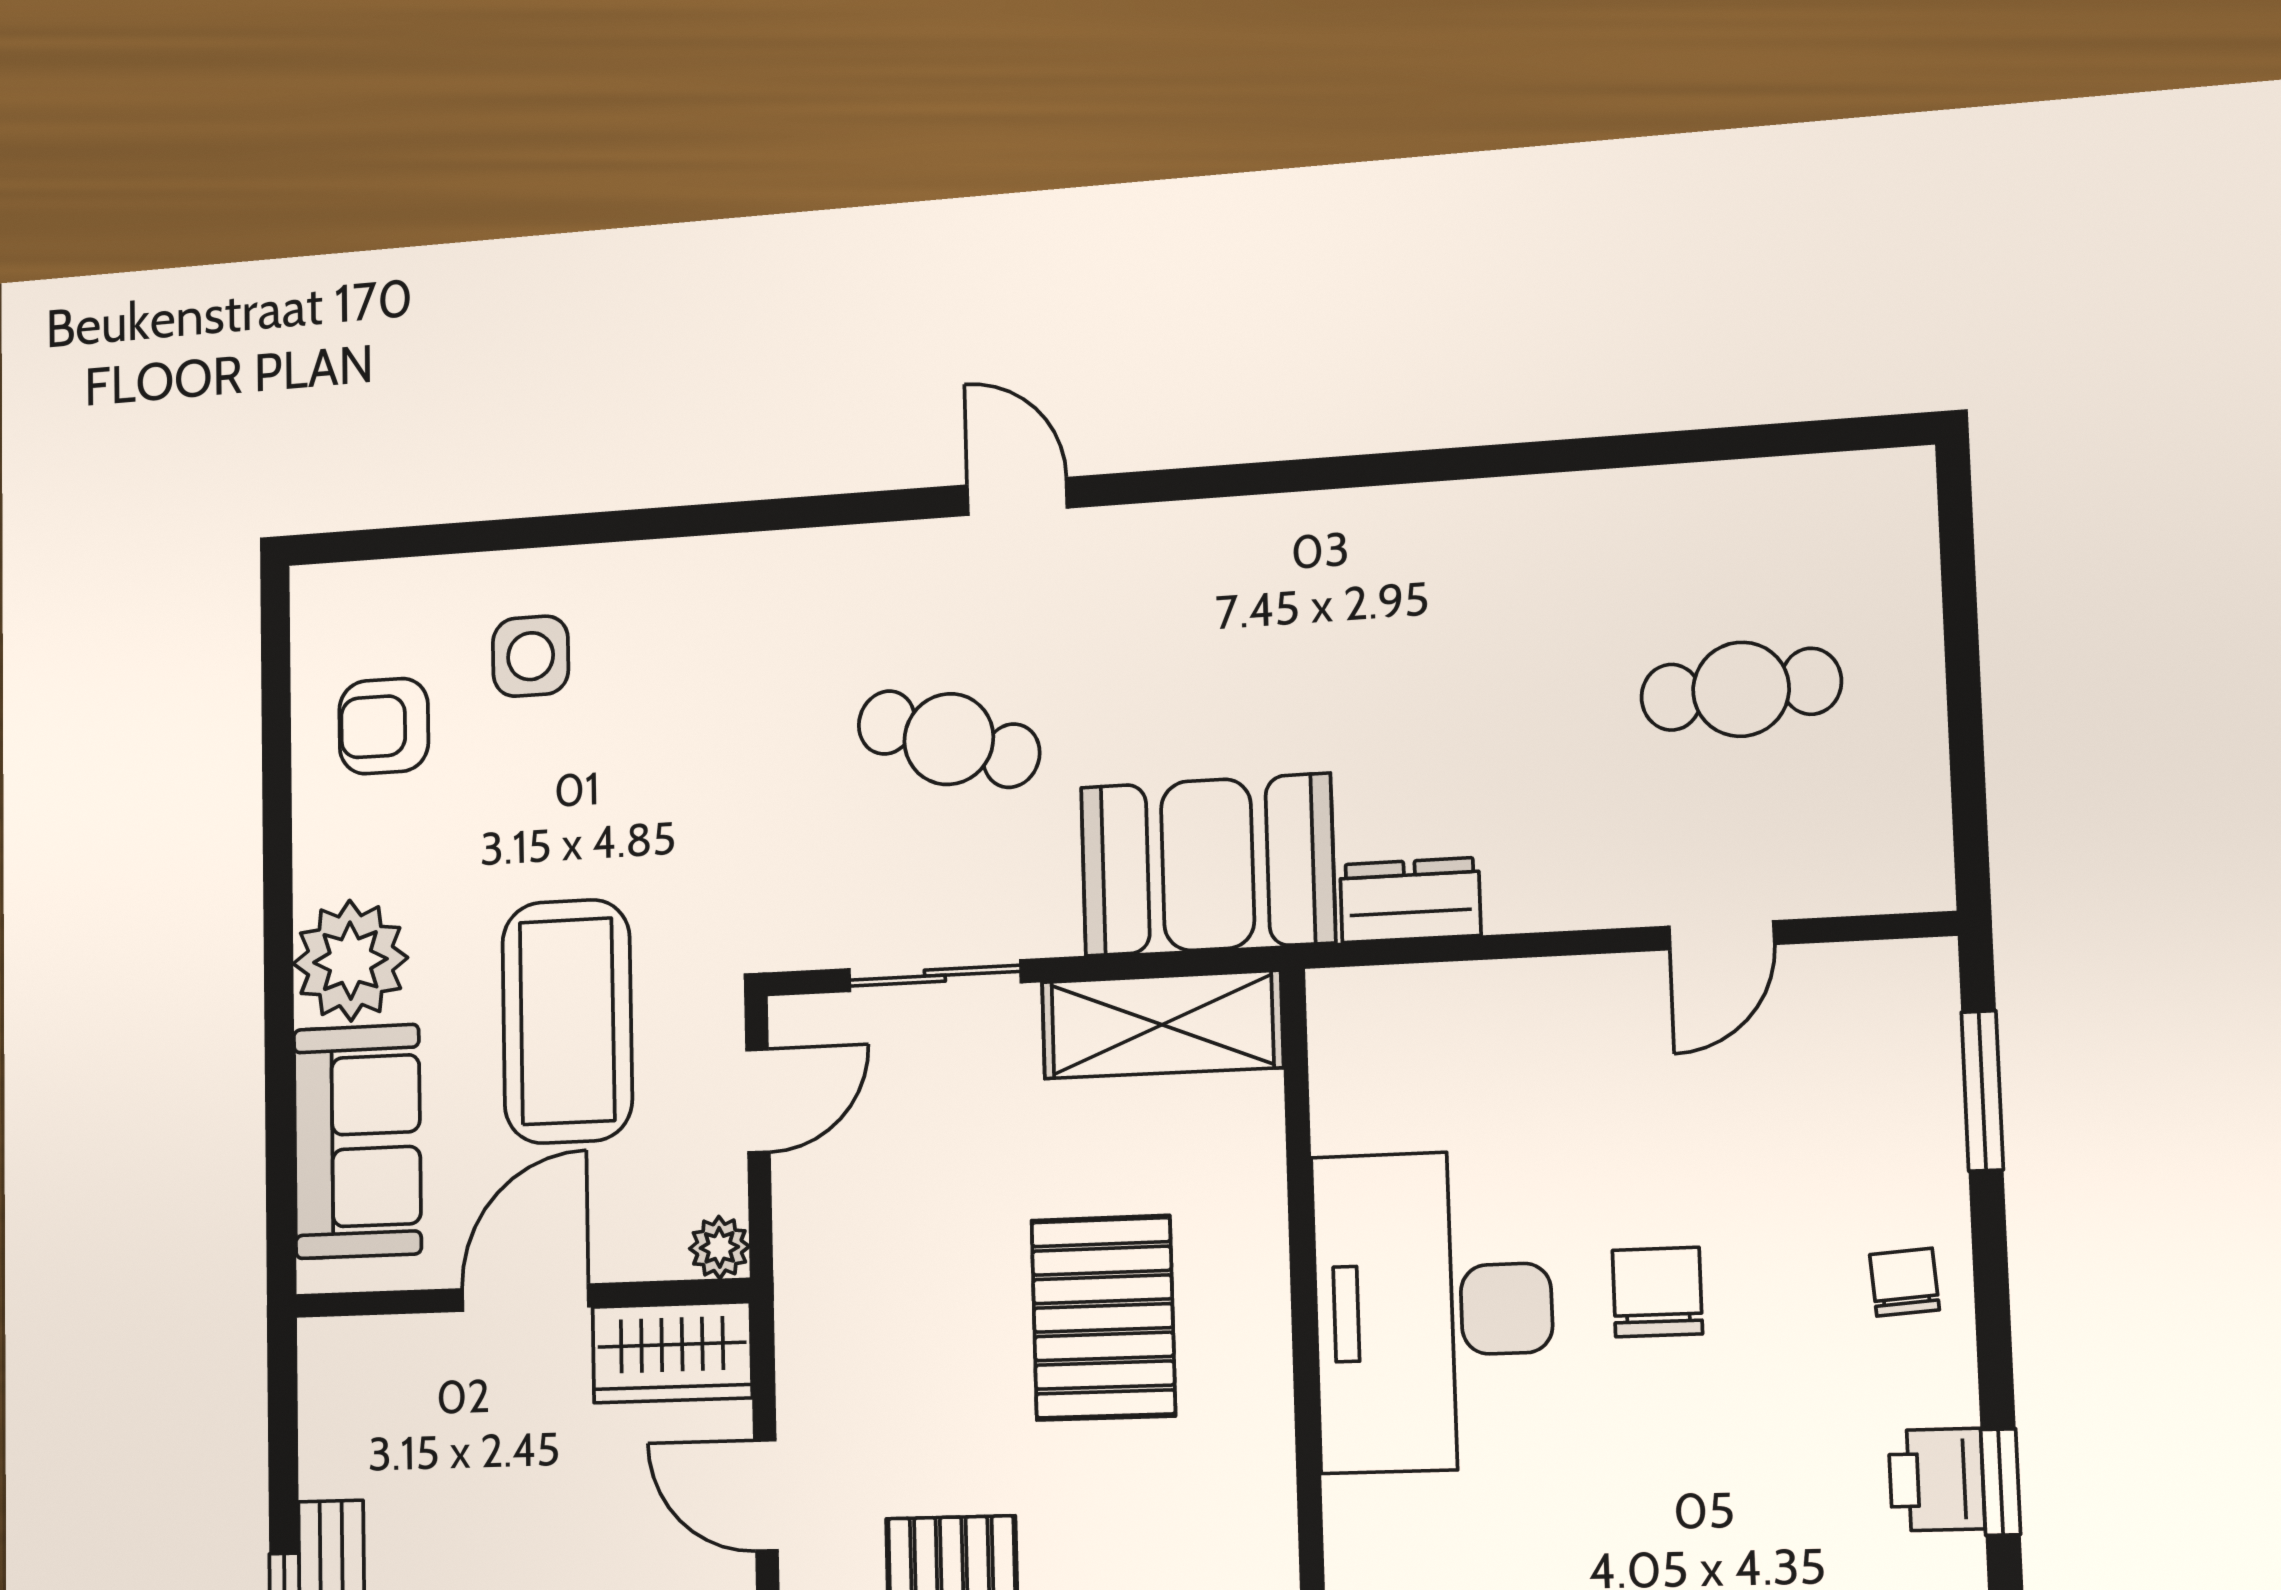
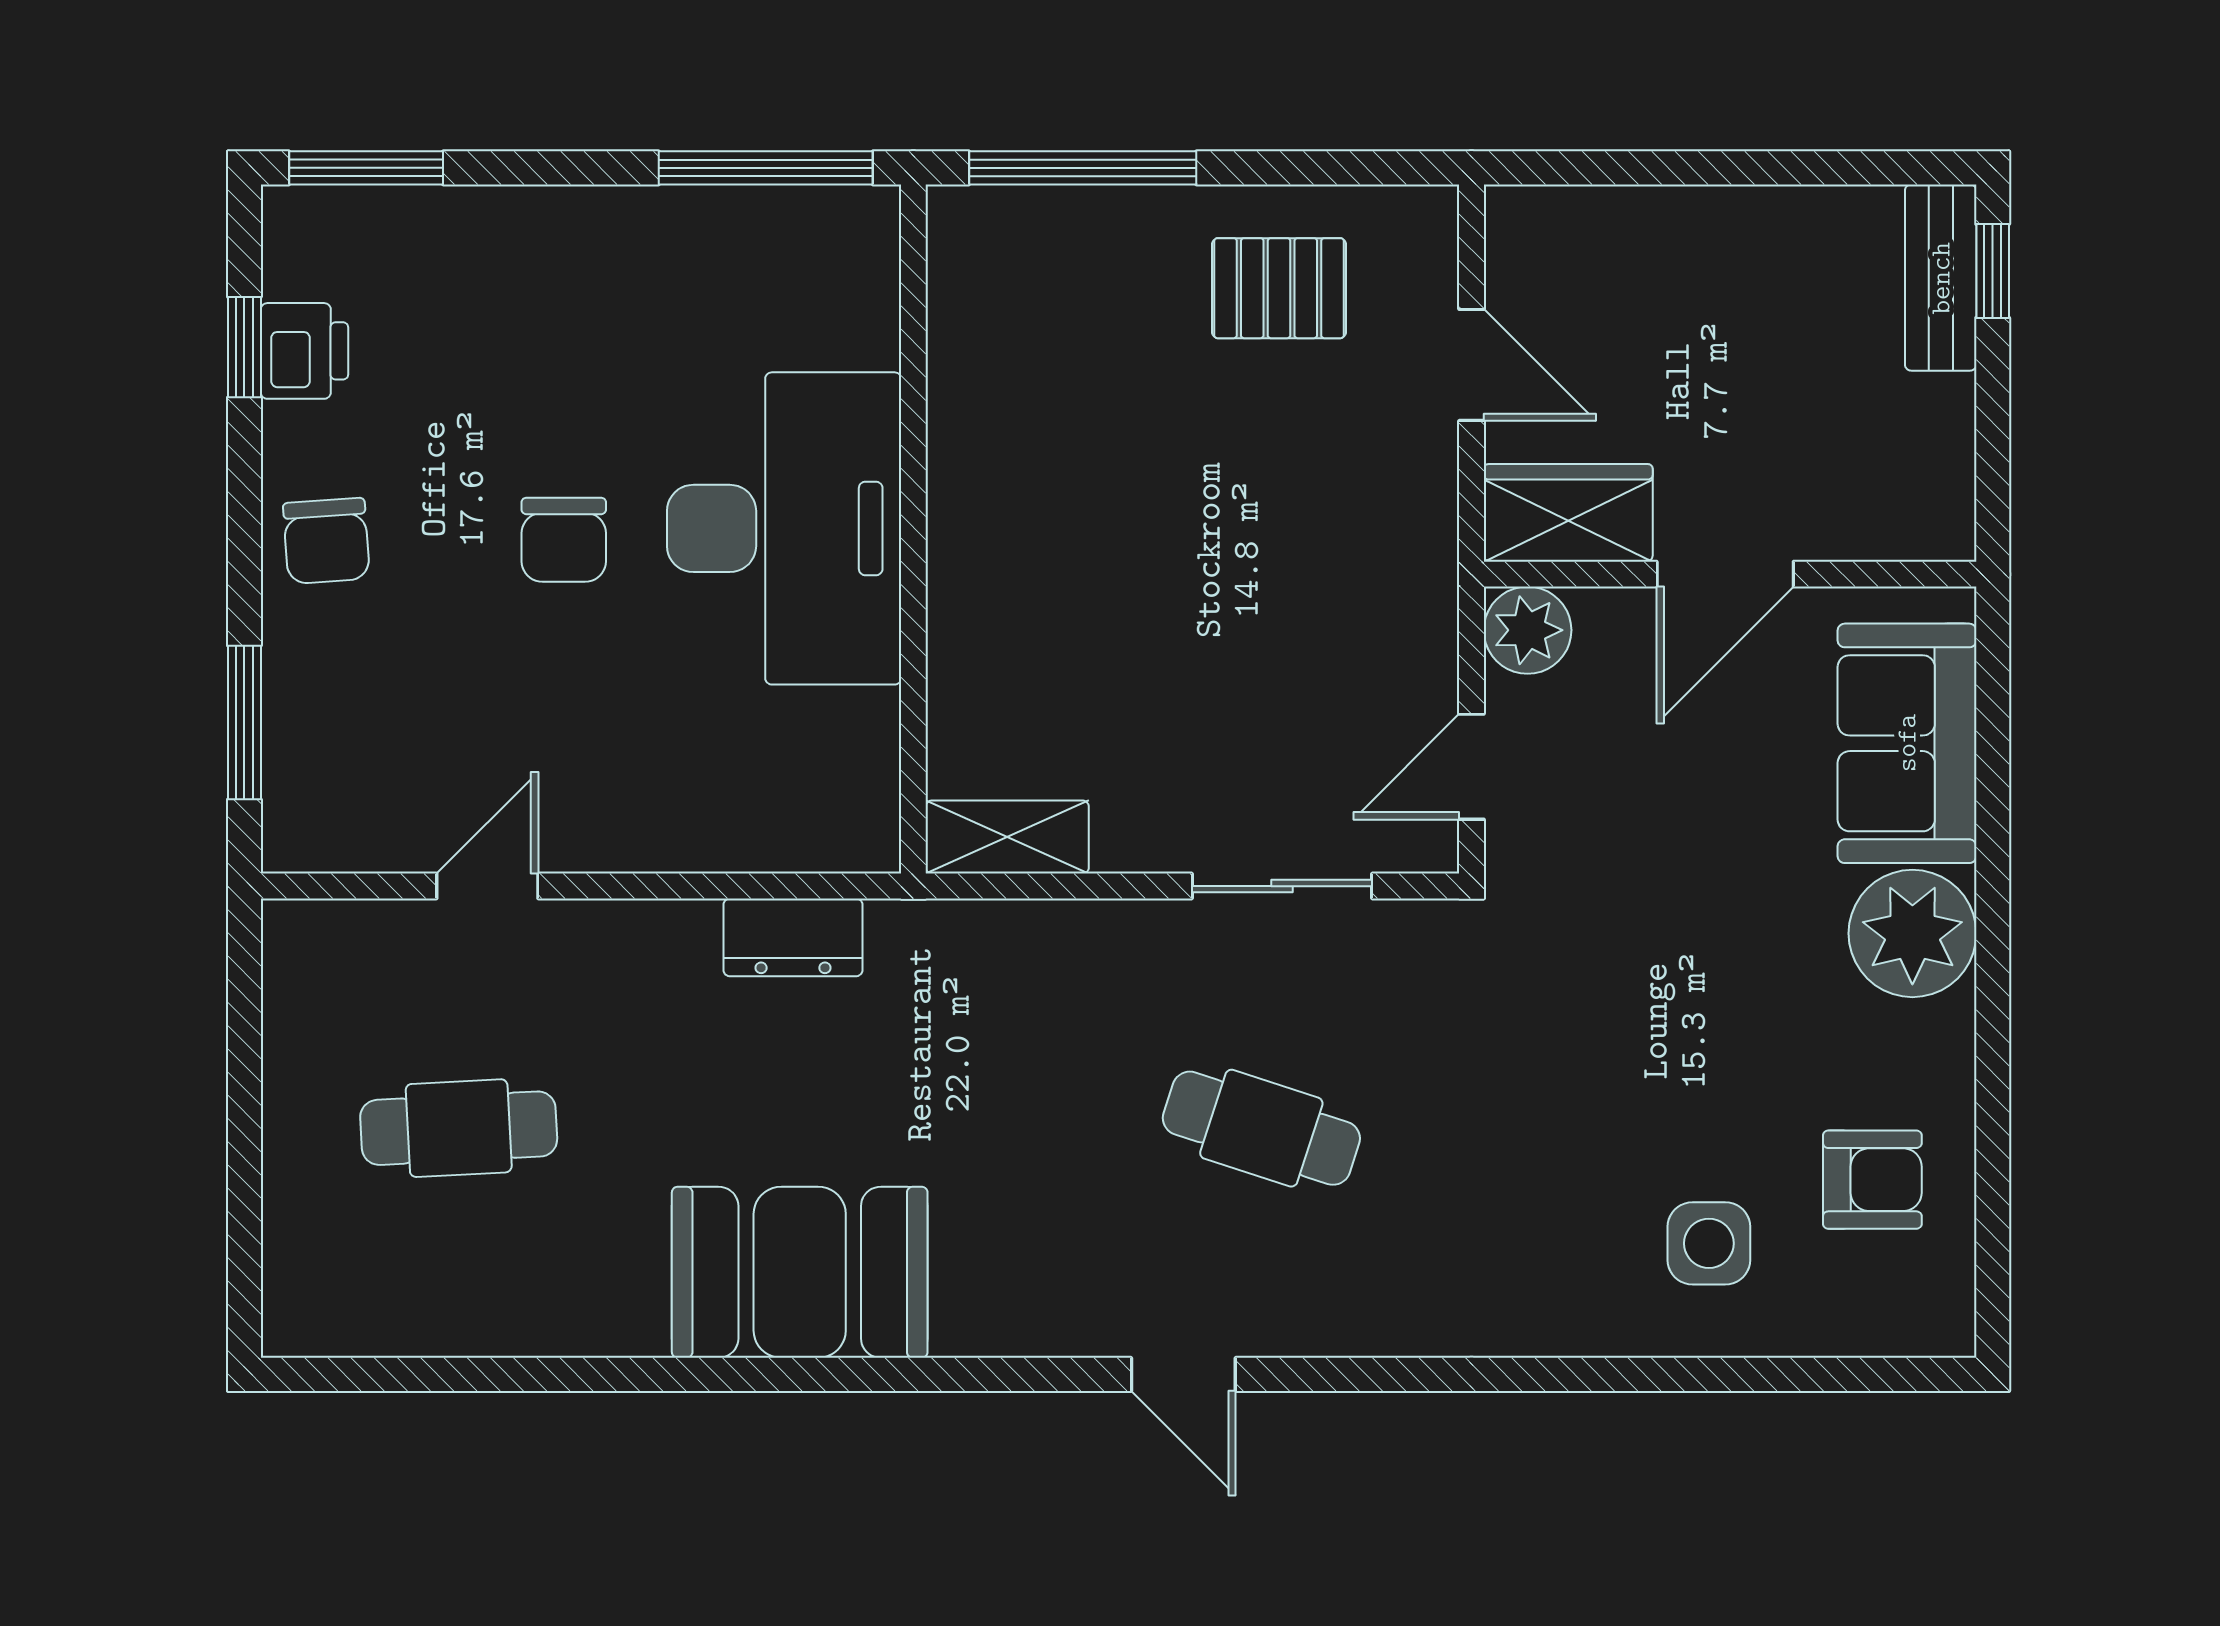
booth: (1208, 865) -> (800, 1272), moved
coffee table: (567, 1021) -> (1675, 858), removed
shelving: (1162, 1025) -> (1007, 837), width x0.67, depth x0.75
plant: (719, 1247) -> (1528, 630), width x1.38, depth x1.38
chair: (1905, 1282) -> (326, 541), width x1.37, depth x1.37
pallet: (1103, 1318) -> (1117, 533), removed

